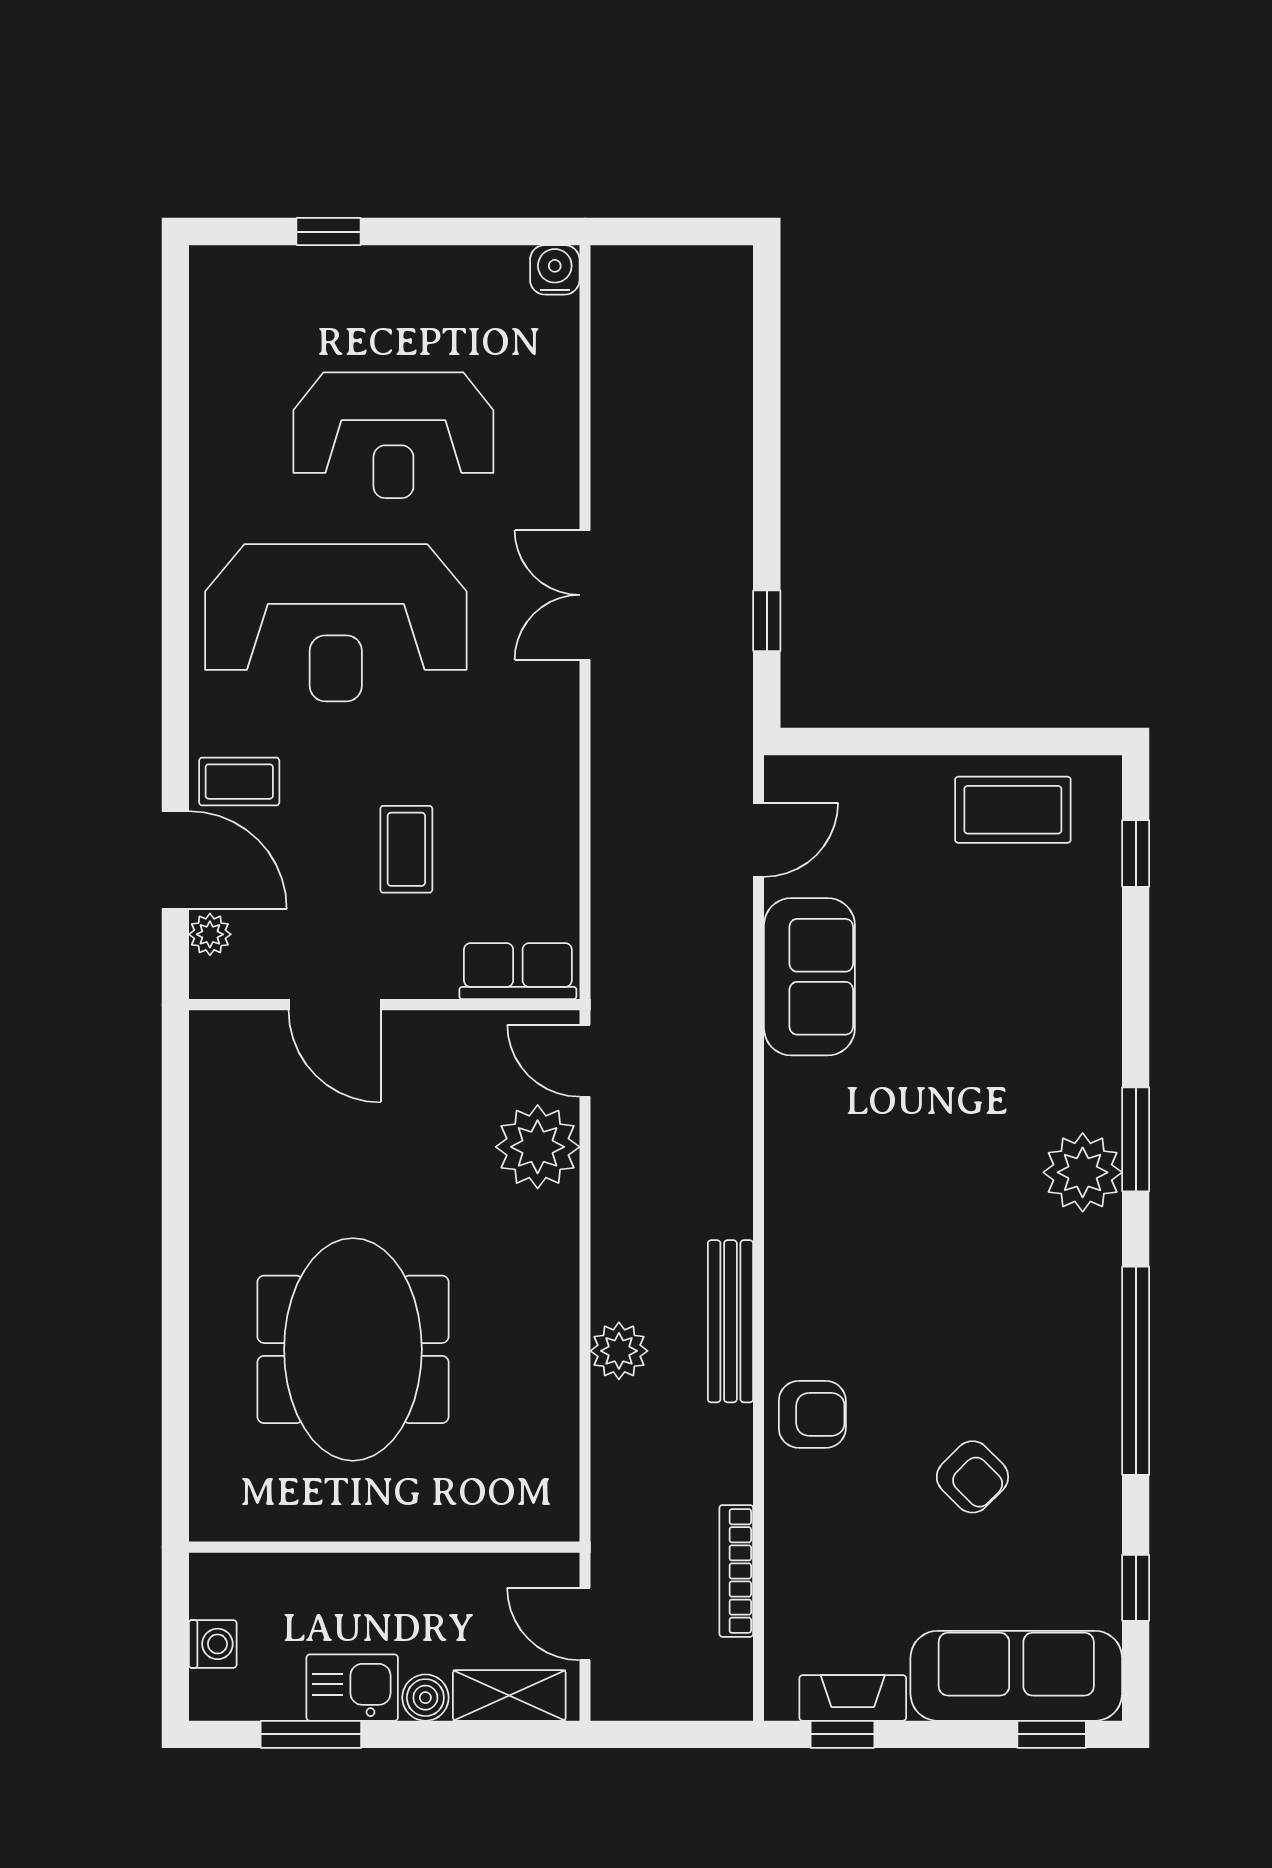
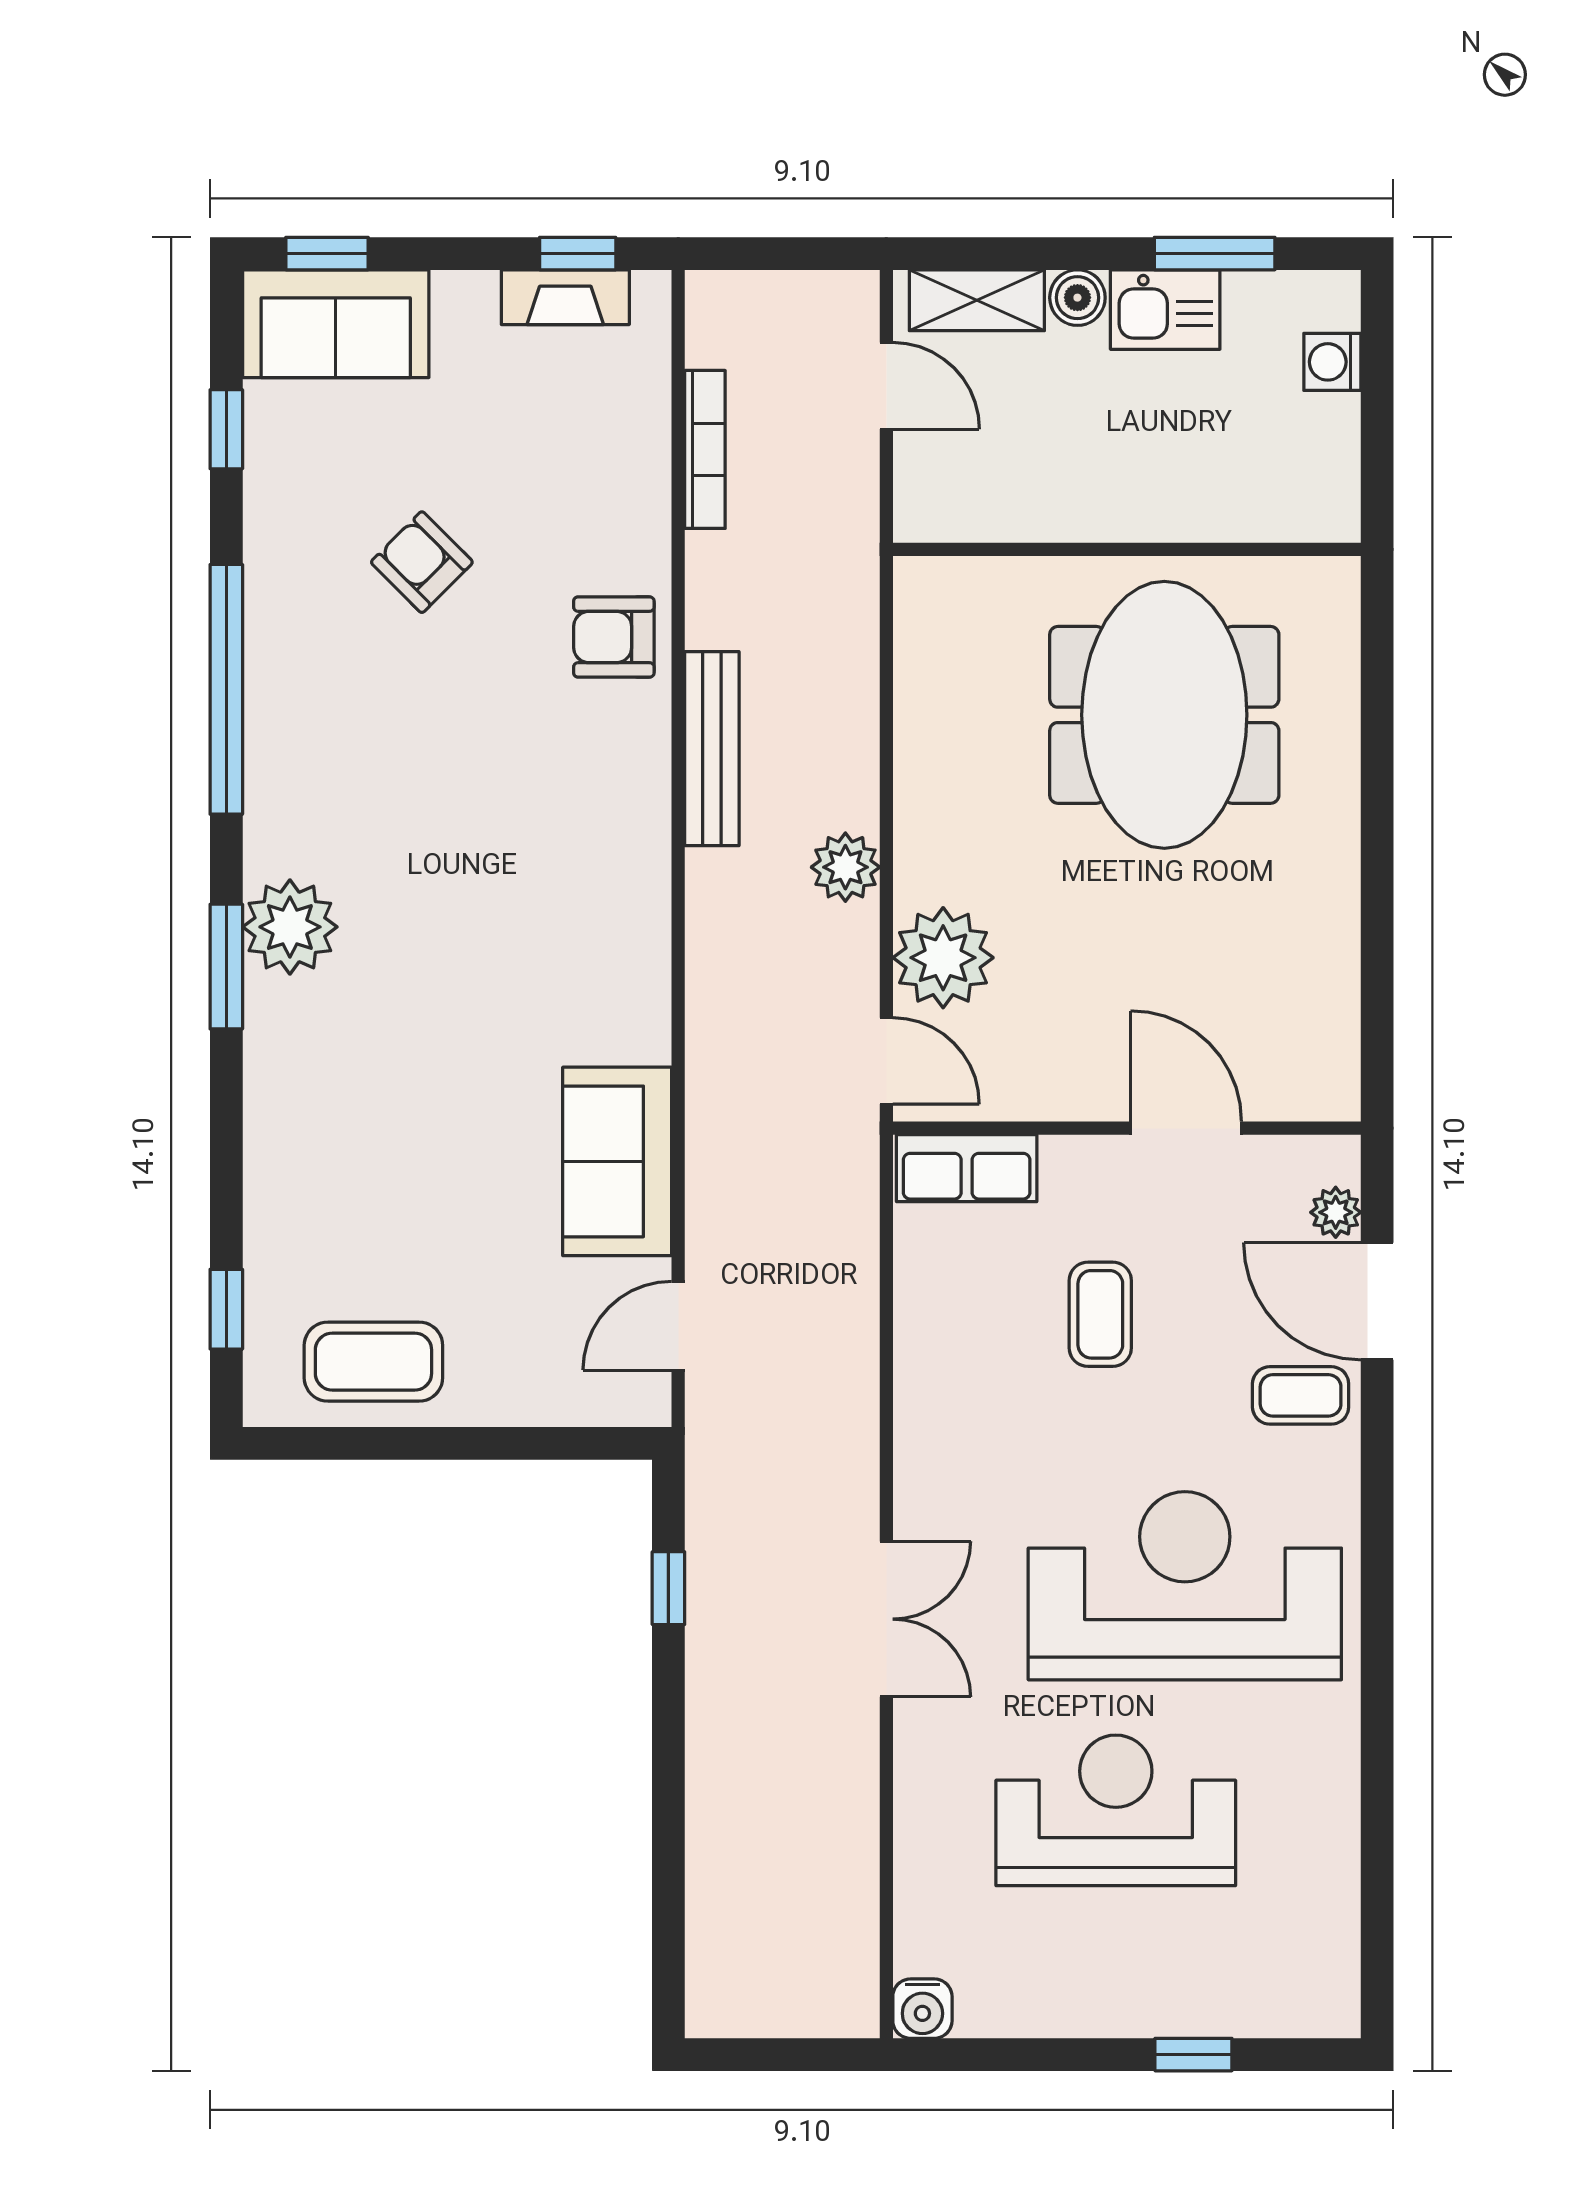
plant: (619, 1351) -> (845, 867), moved
wall: (384, 1547) -> (1127, 549), moved
sofa: (1016, 1676) -> (336, 324), width x0.73

